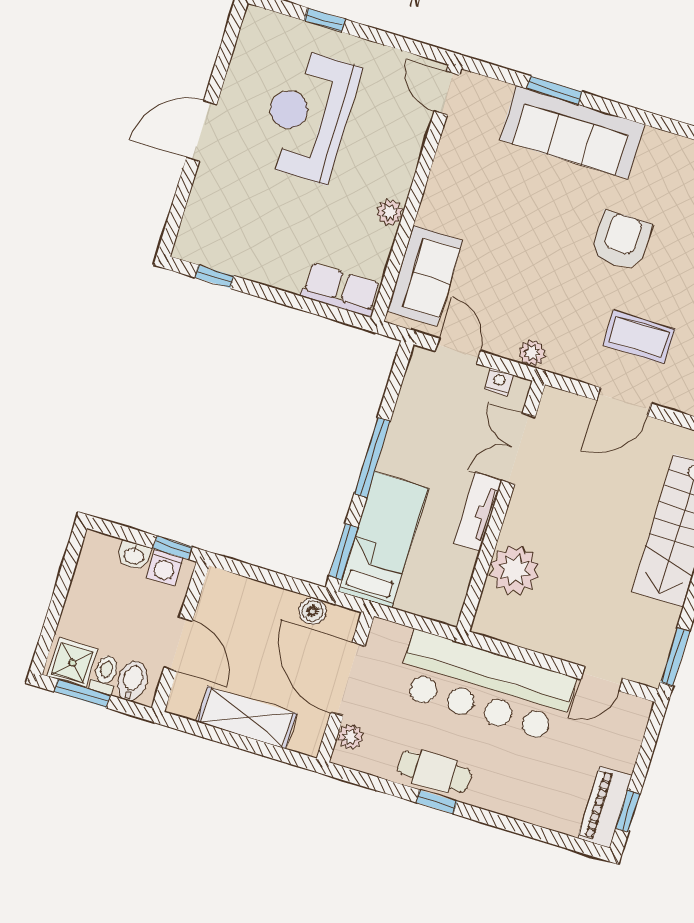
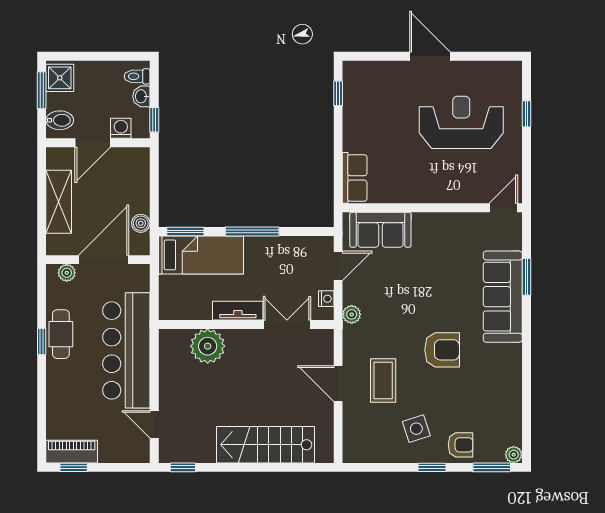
plant: (390, 212) -> (415, 194), removed
washing machine: (165, 567) -> (121, 128), moved, turned 90
window: (675, 657) -> (183, 467), width x0.67
toilet: (105, 674) -> (137, 76), moved, turned 180

